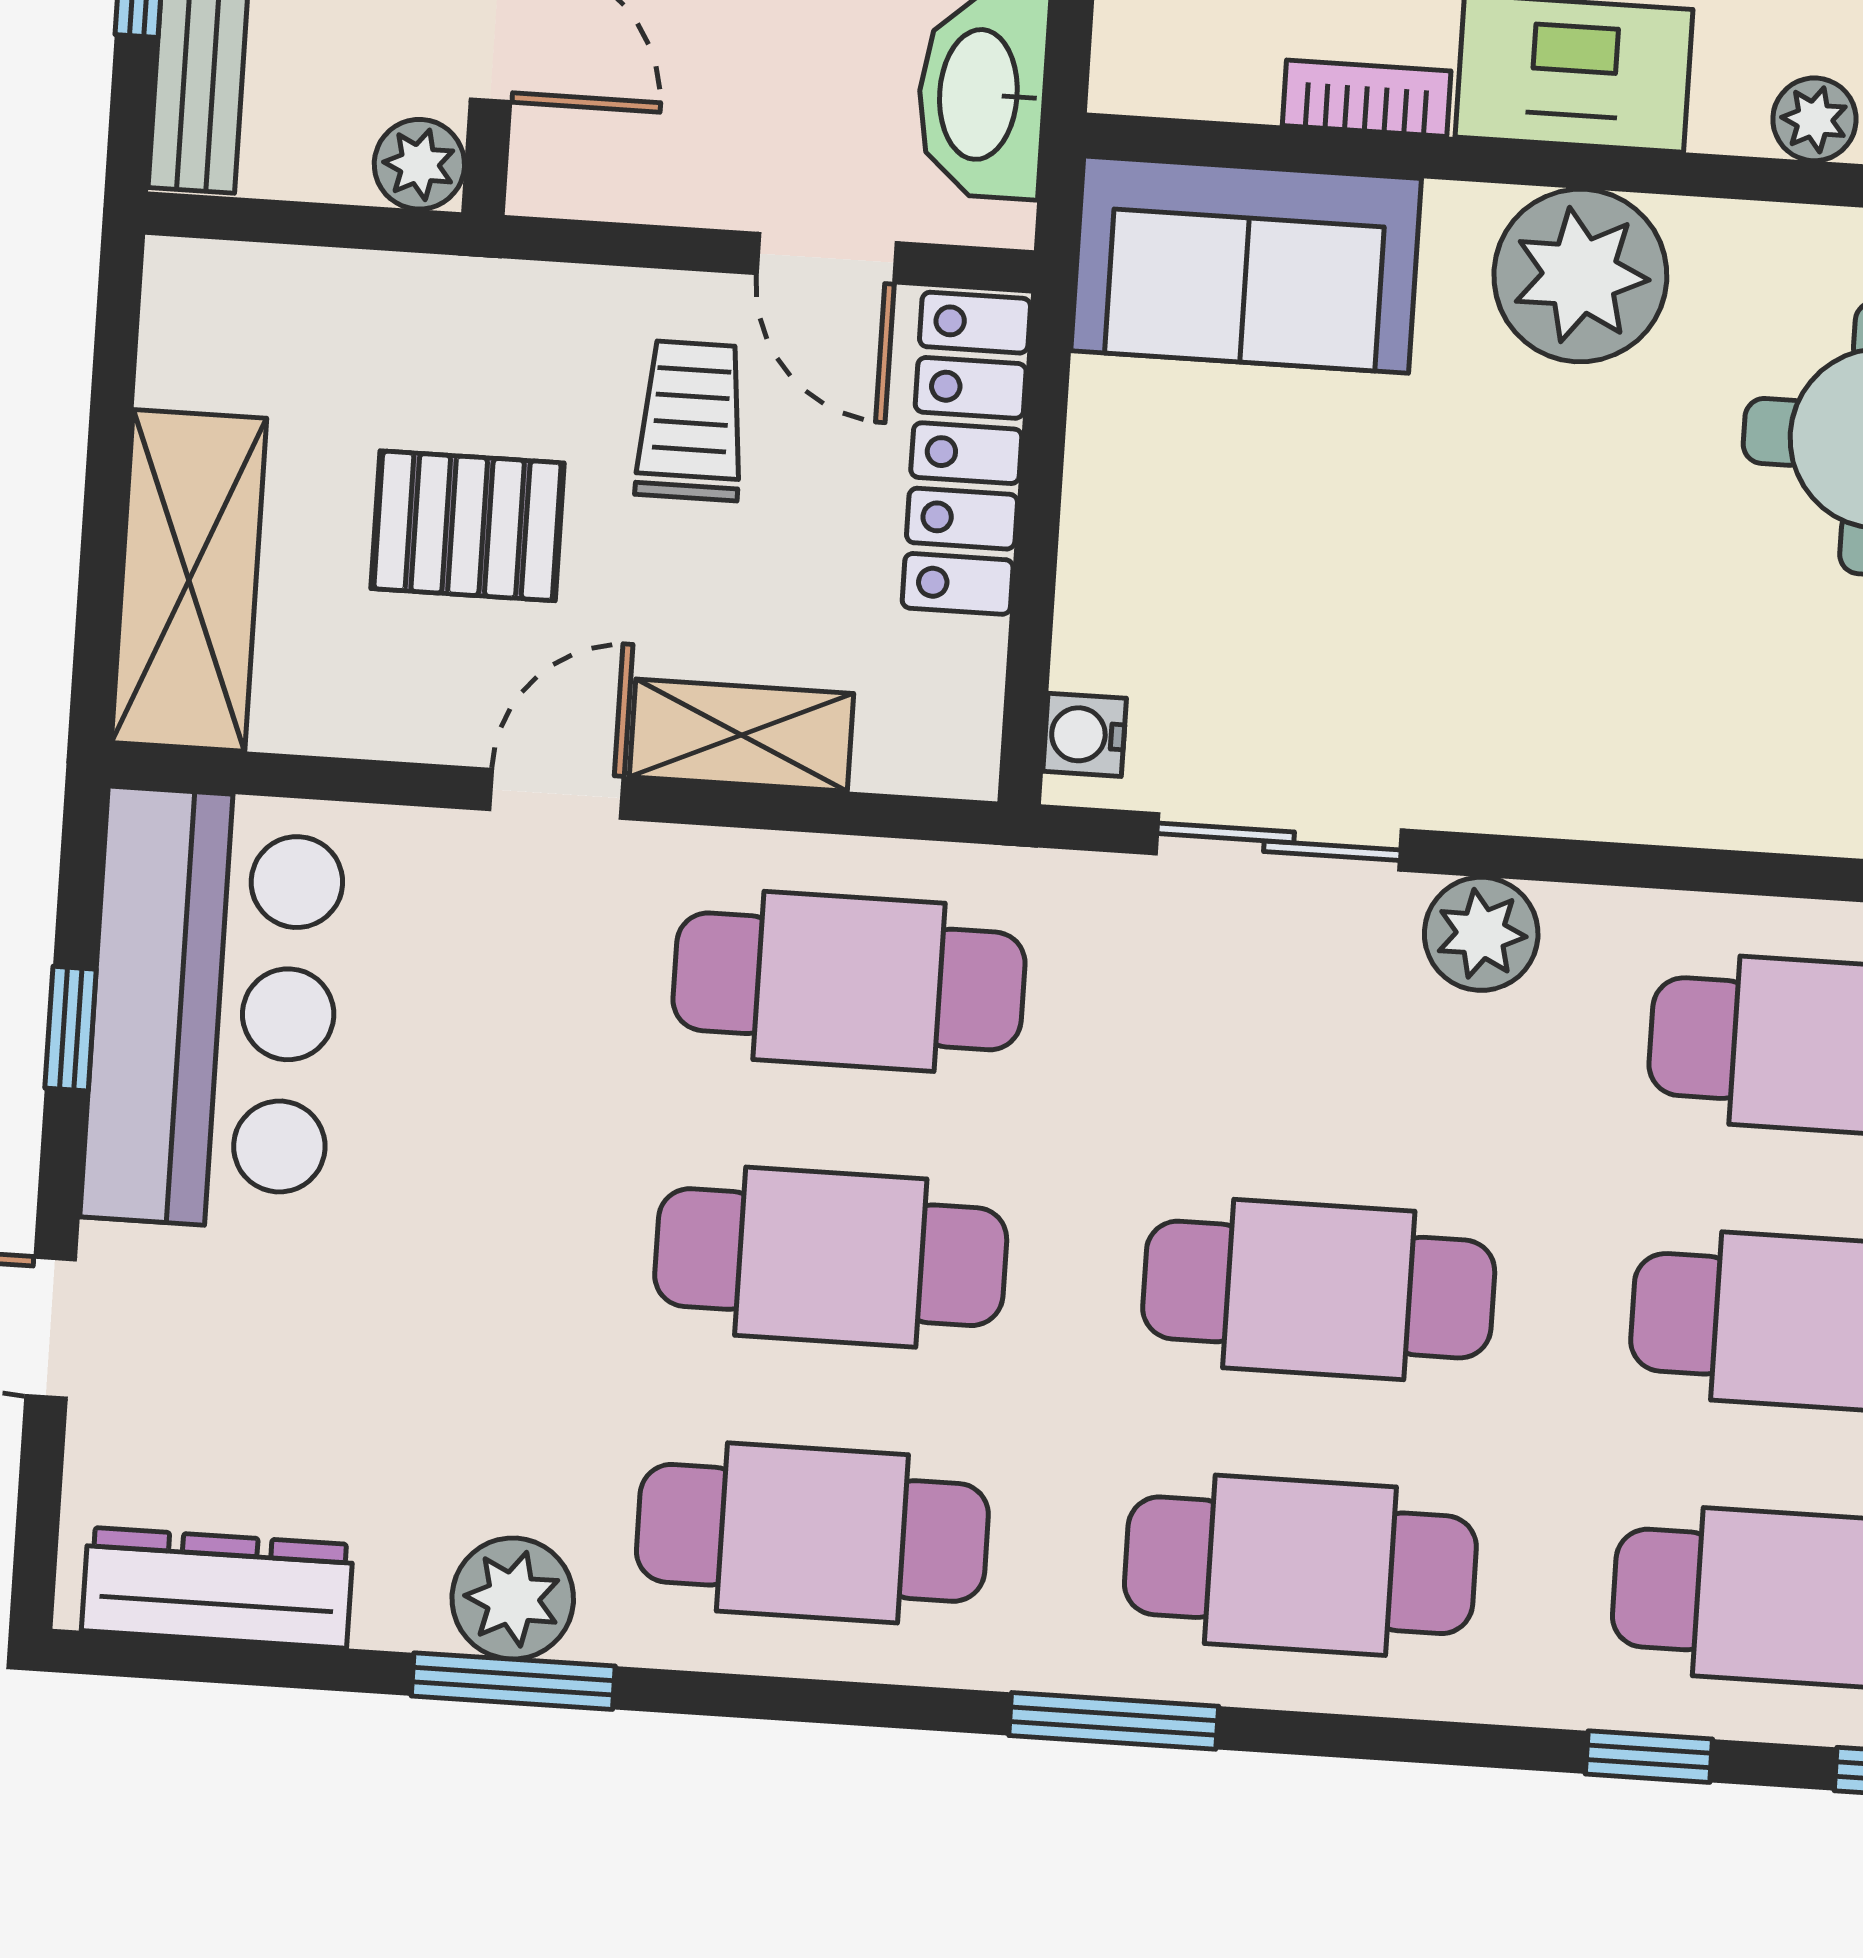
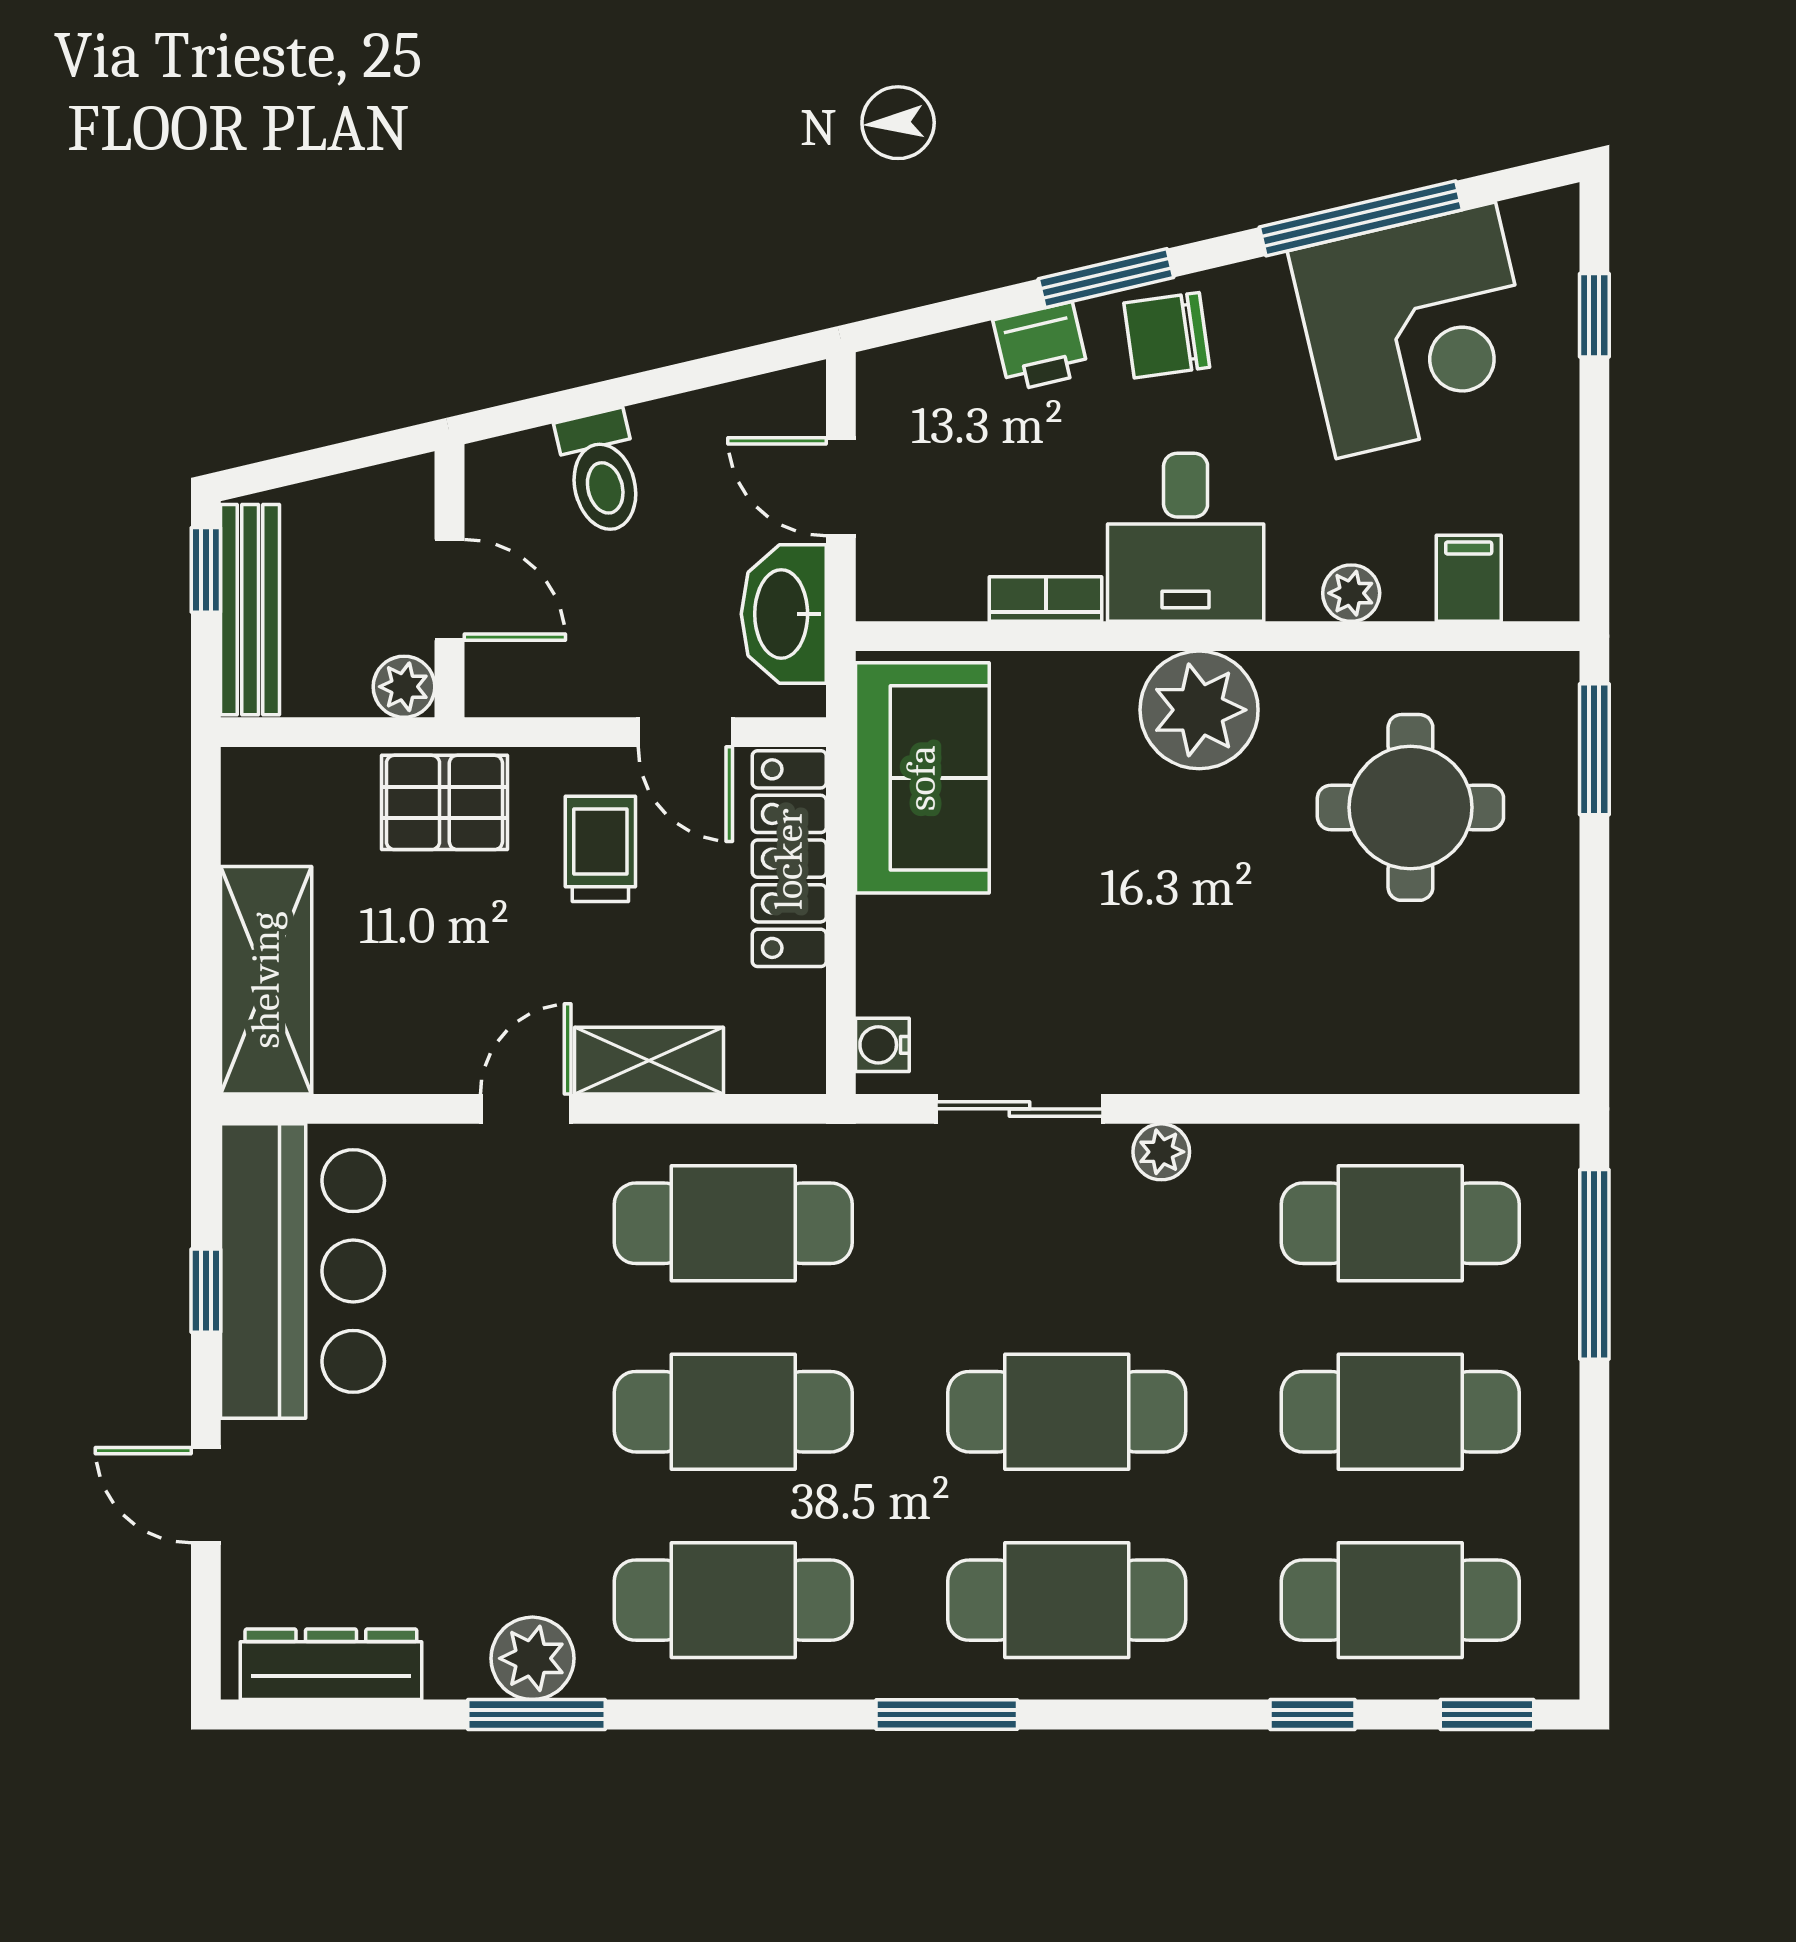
sofa: (1246, 265) -> (922, 778), moved, turned -90
pallet: (468, 526) -> (444, 802), moved
plant: (1481, 934) -> (1161, 1152), width x0.73, depth x0.73

